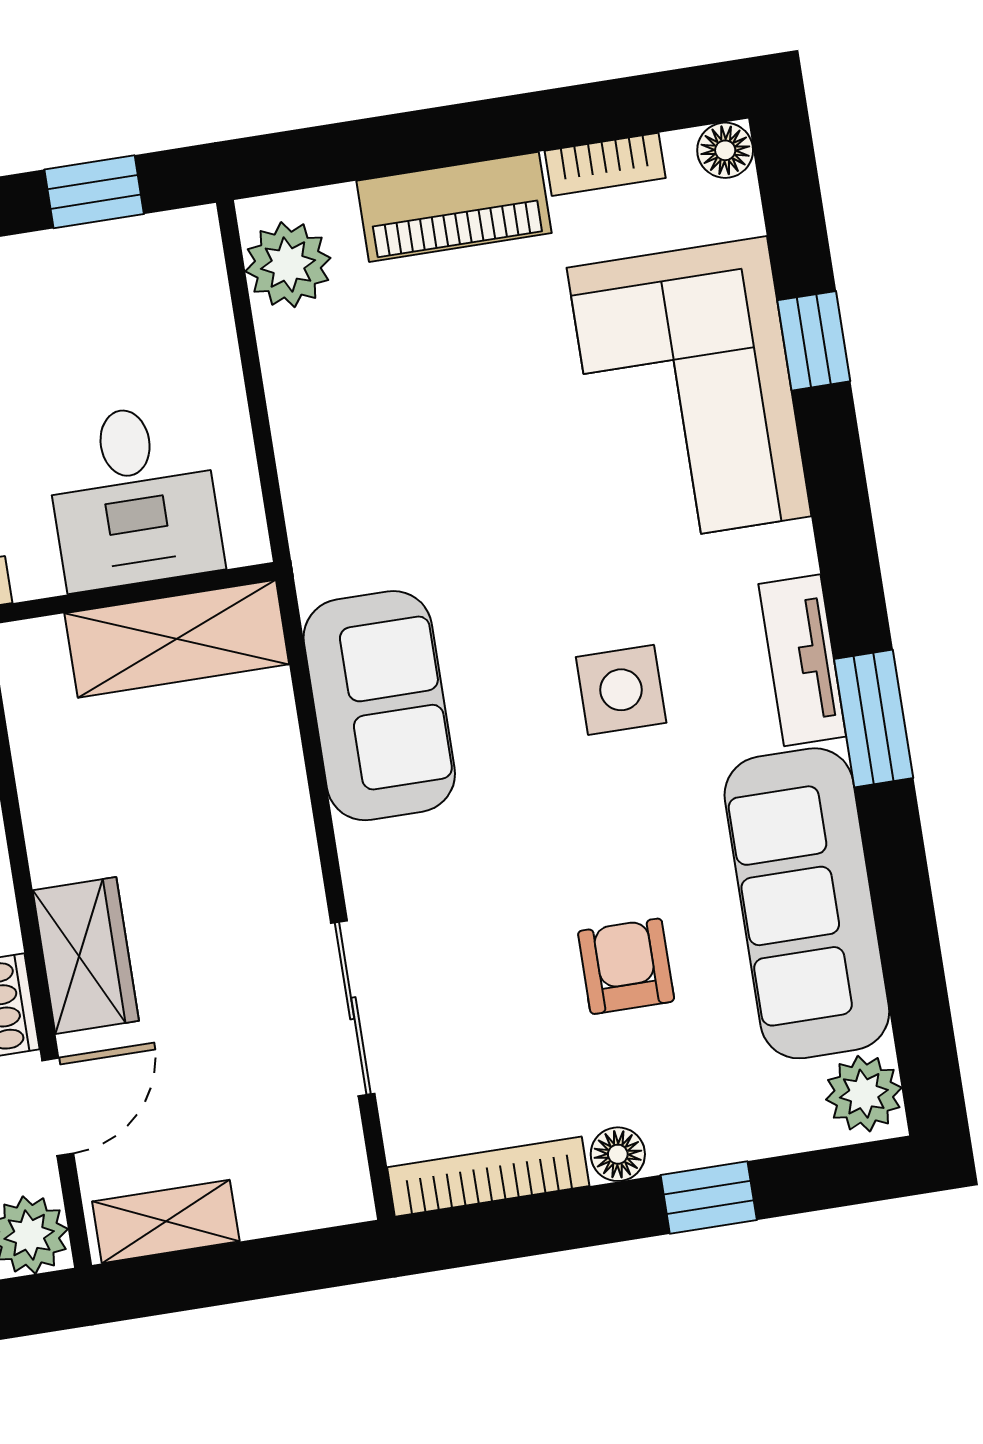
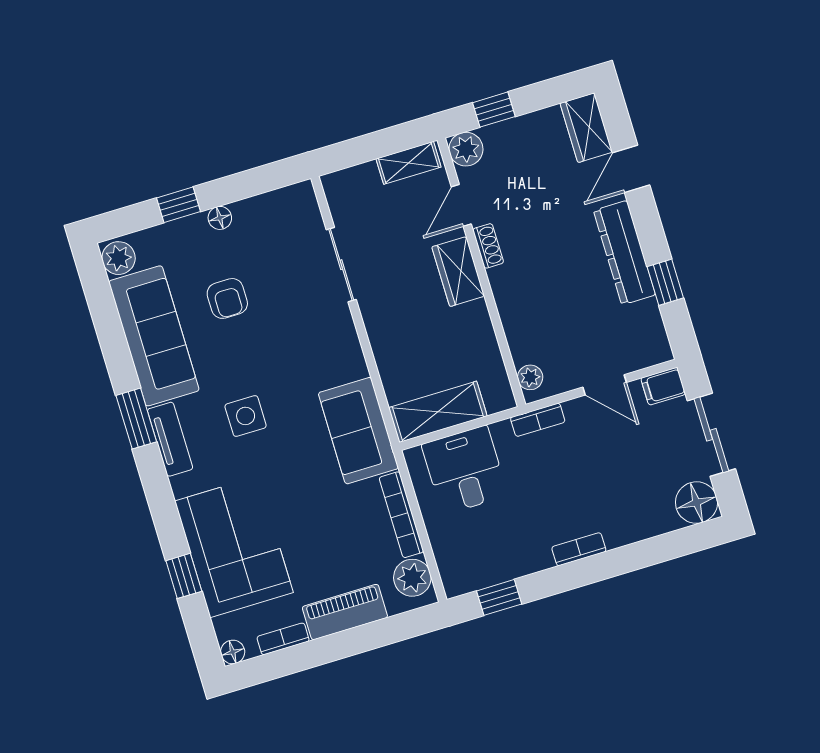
sofa: (379, 706) -> (358, 431), moved
bookcase: (488, 1177) -> (401, 515), moved, turned 90

